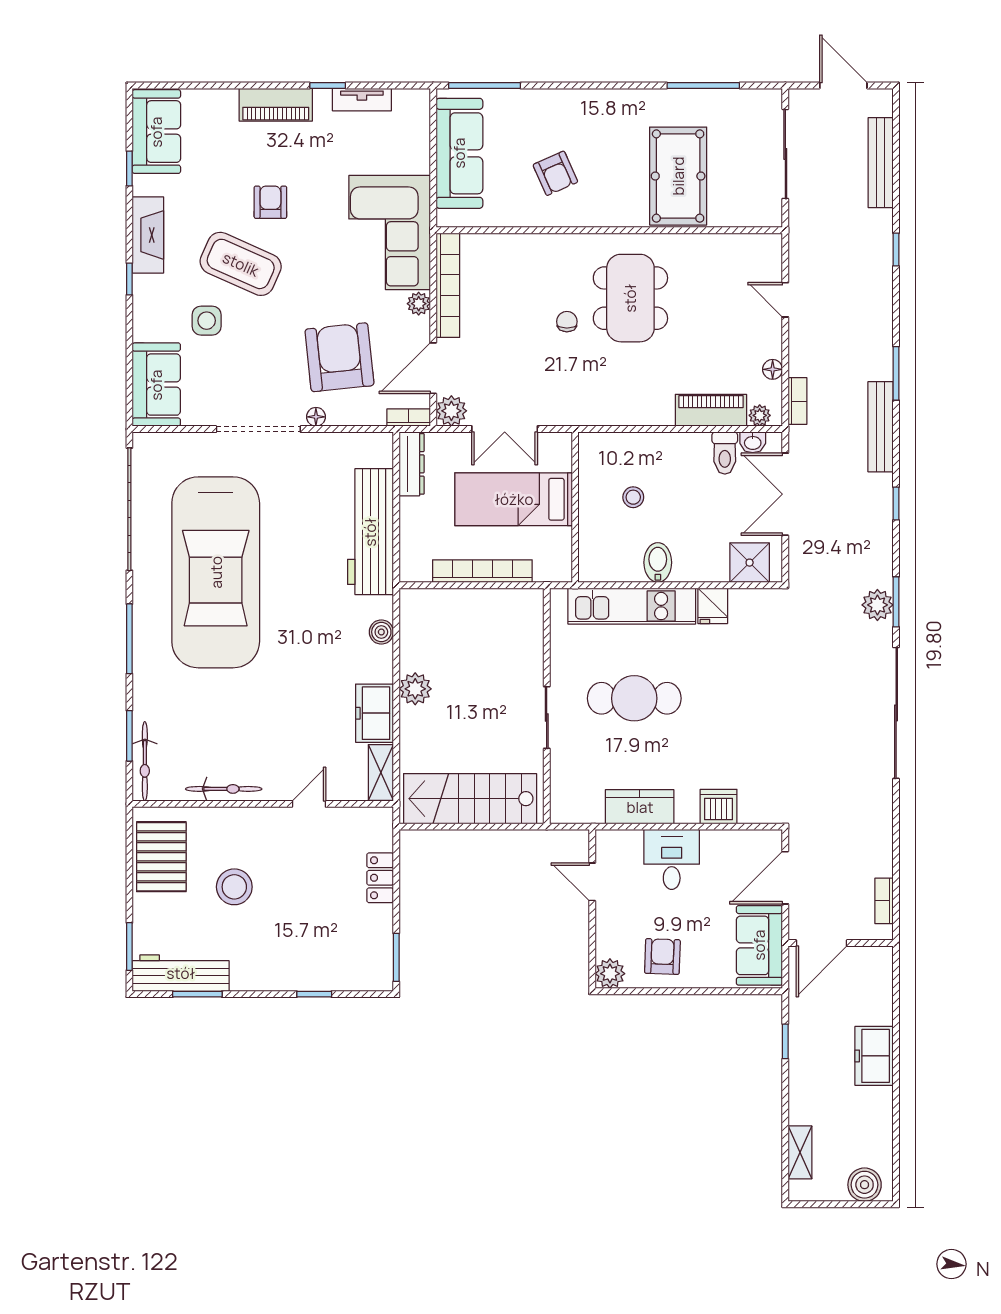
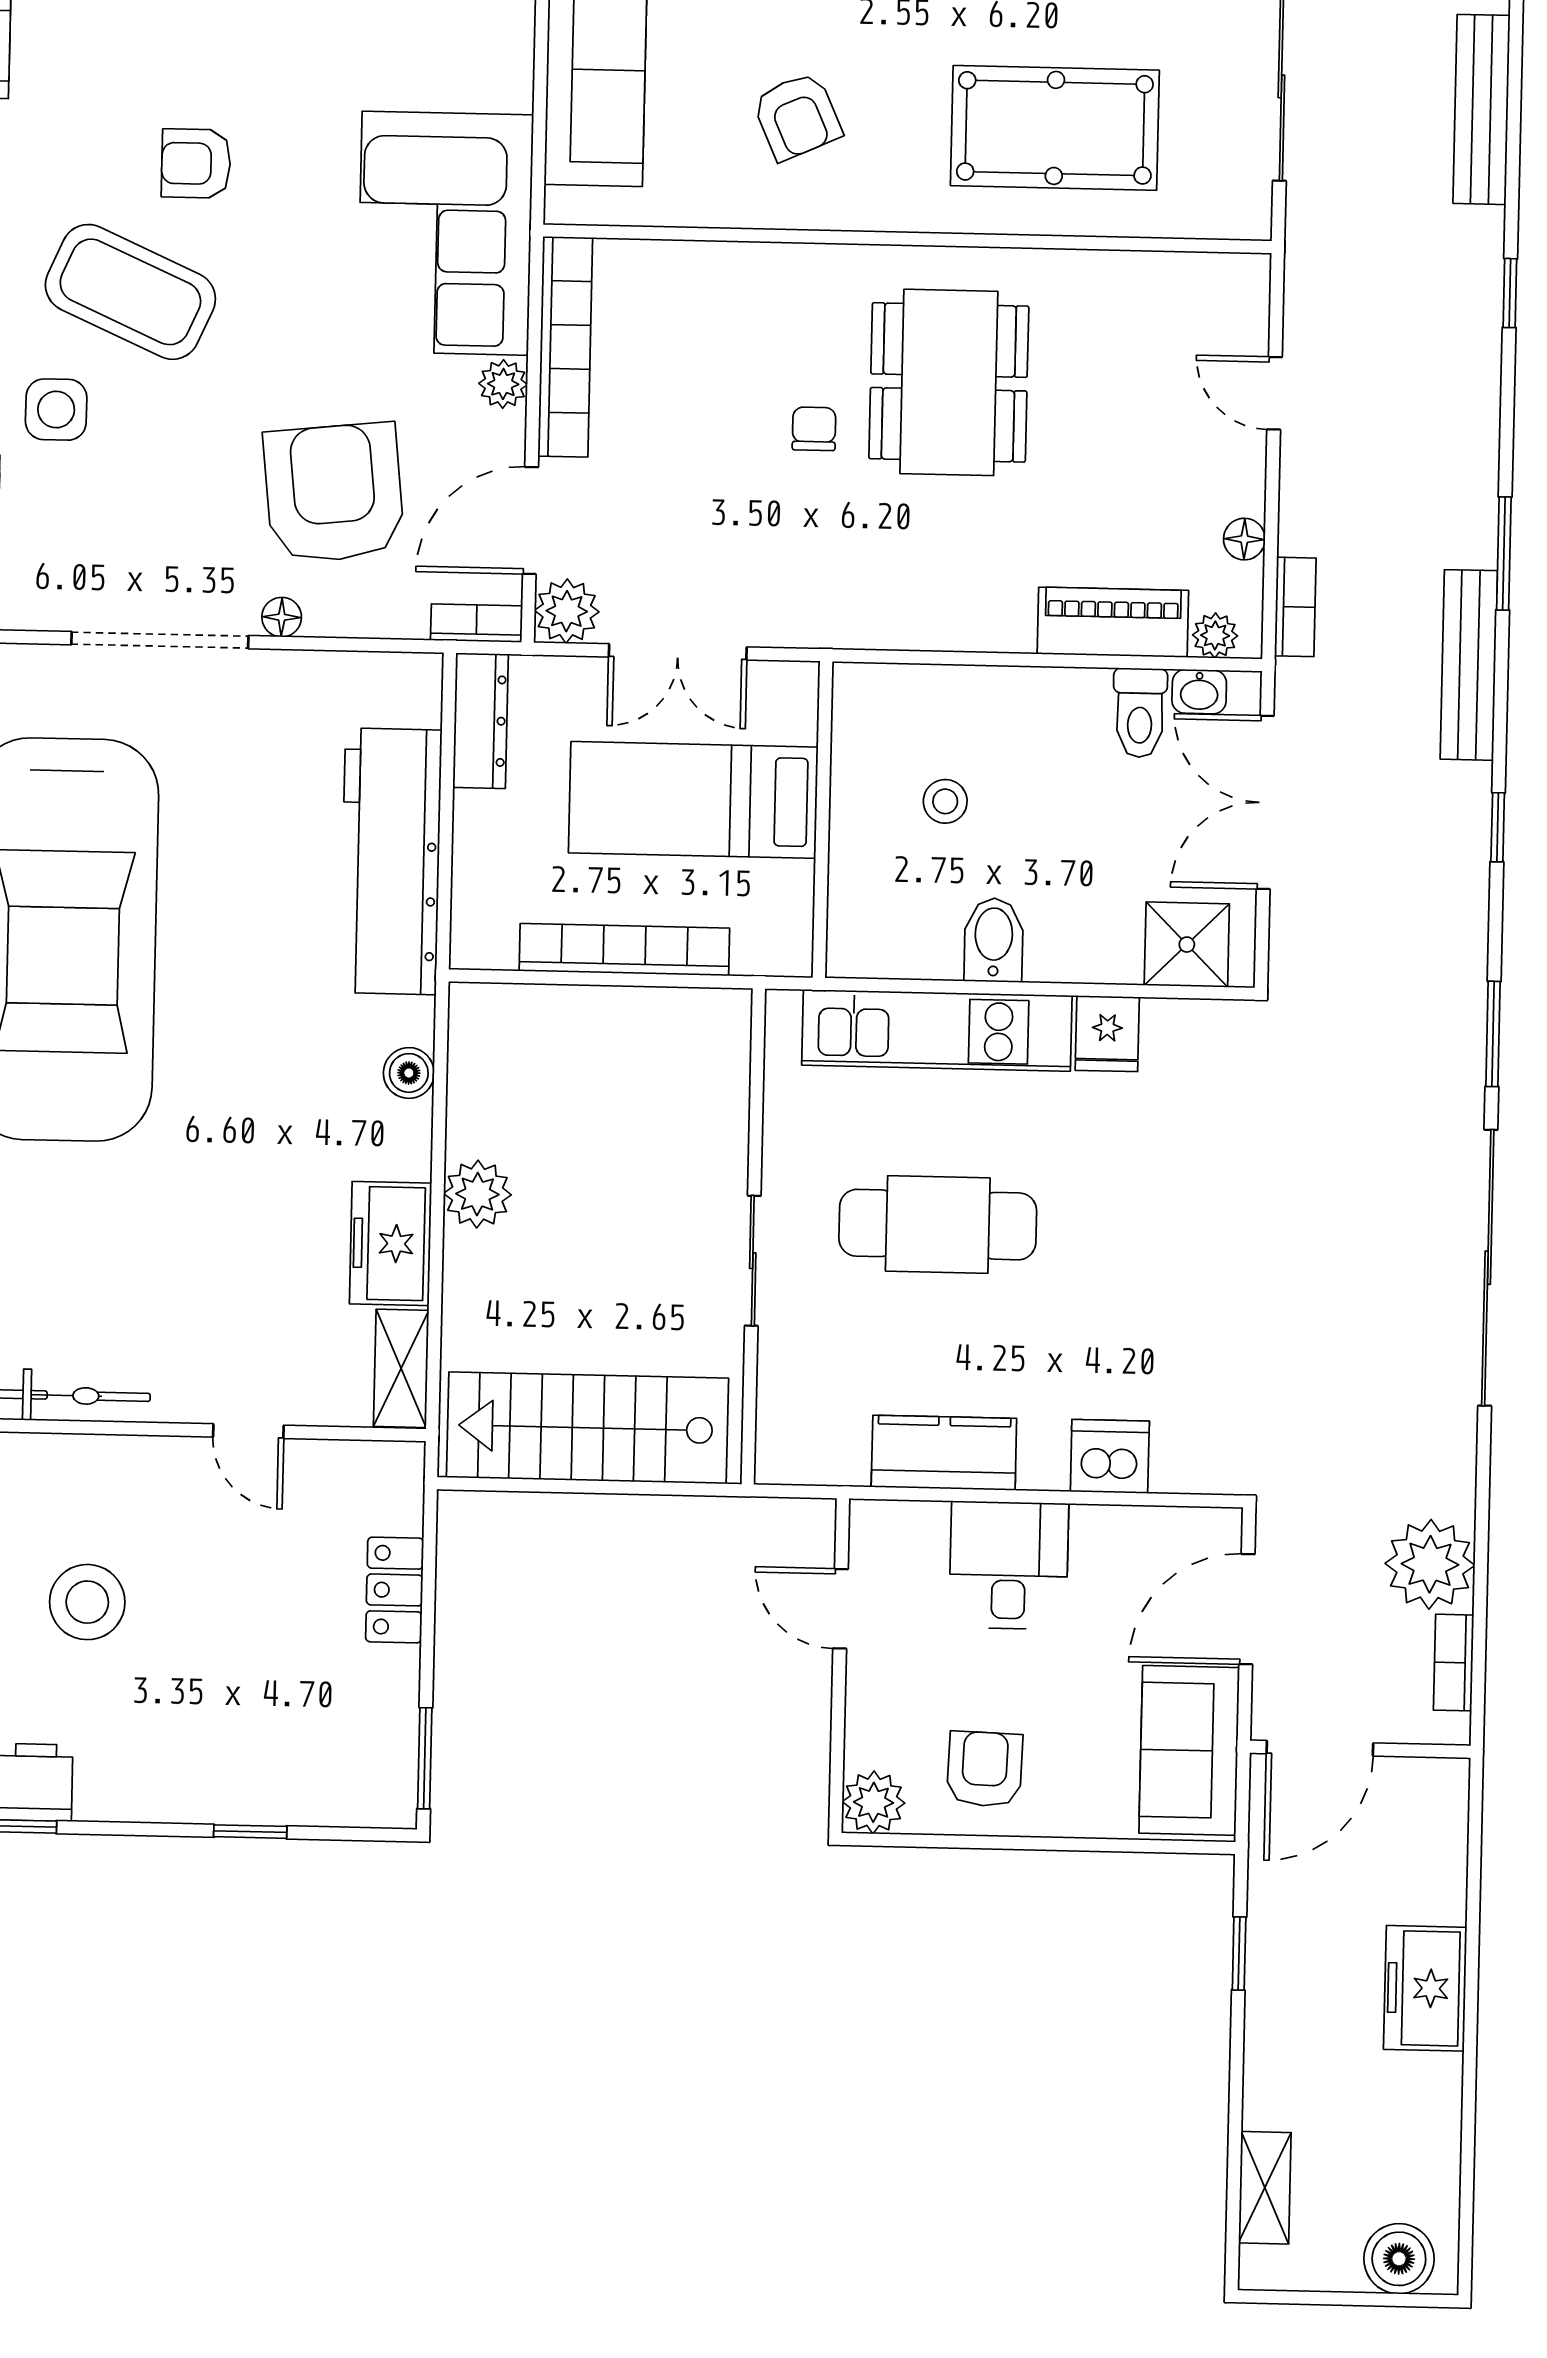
pool table: (678, 176) -> (1055, 128), turned 90
armchair: (270, 202) -> (196, 164), turned -90
plant: (877, 605) -> (1430, 1564), moved, width x1.36, depth x1.36
door: (309, 804) -> (248, 1431), swing flipped

